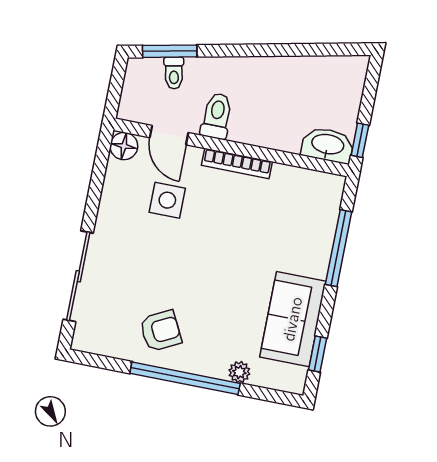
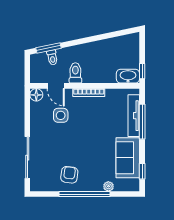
tv unit: (323, 232) -> (134, 116), added
armchair: (161, 331) -> (69, 175), turned -55

